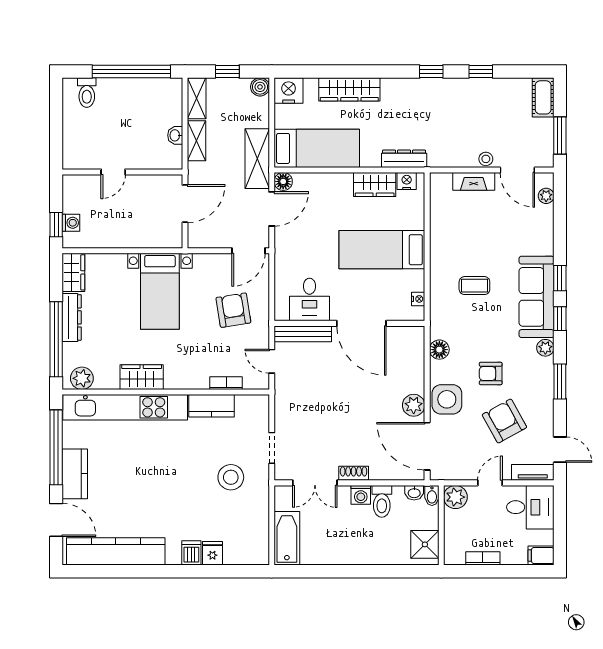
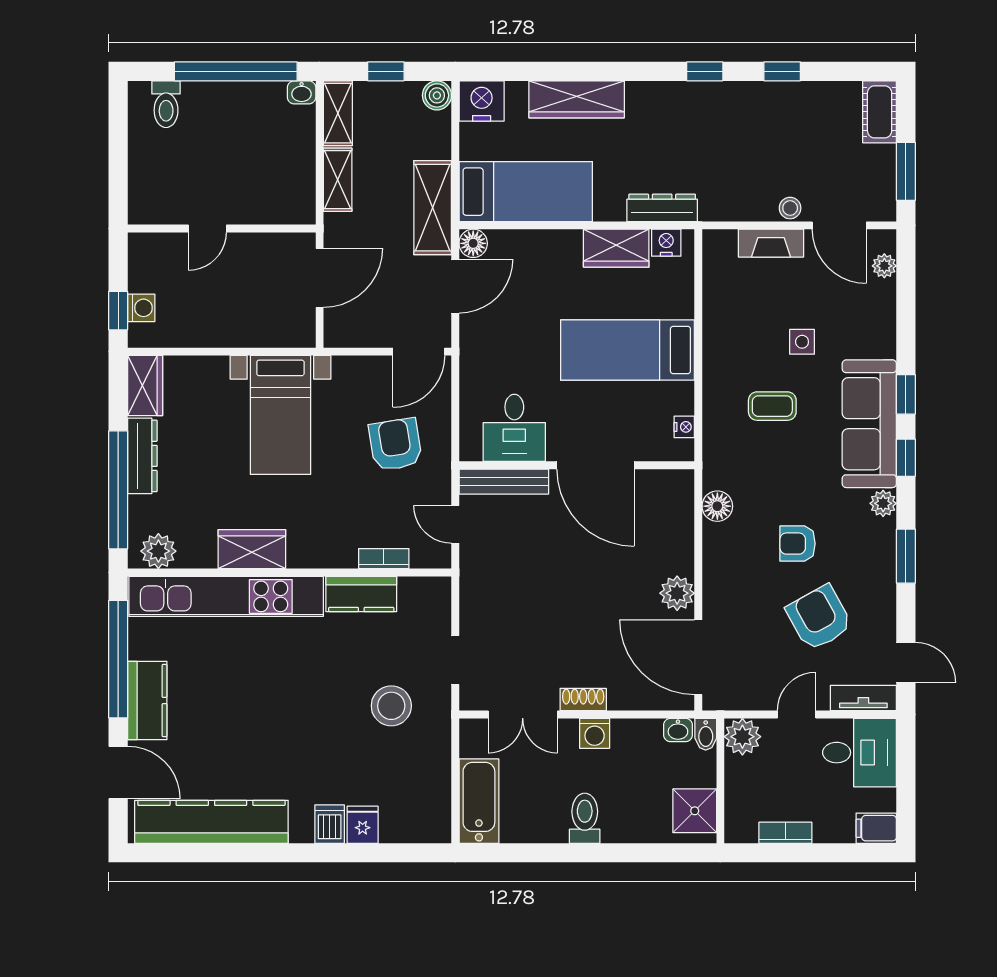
washbasin: (175, 135) -> (302, 92), moved, turned -90
side table: (447, 399) -> (802, 342), moved, width x0.54, depth x0.54
toilet: (382, 501) -> (585, 818), moved, turned 180

